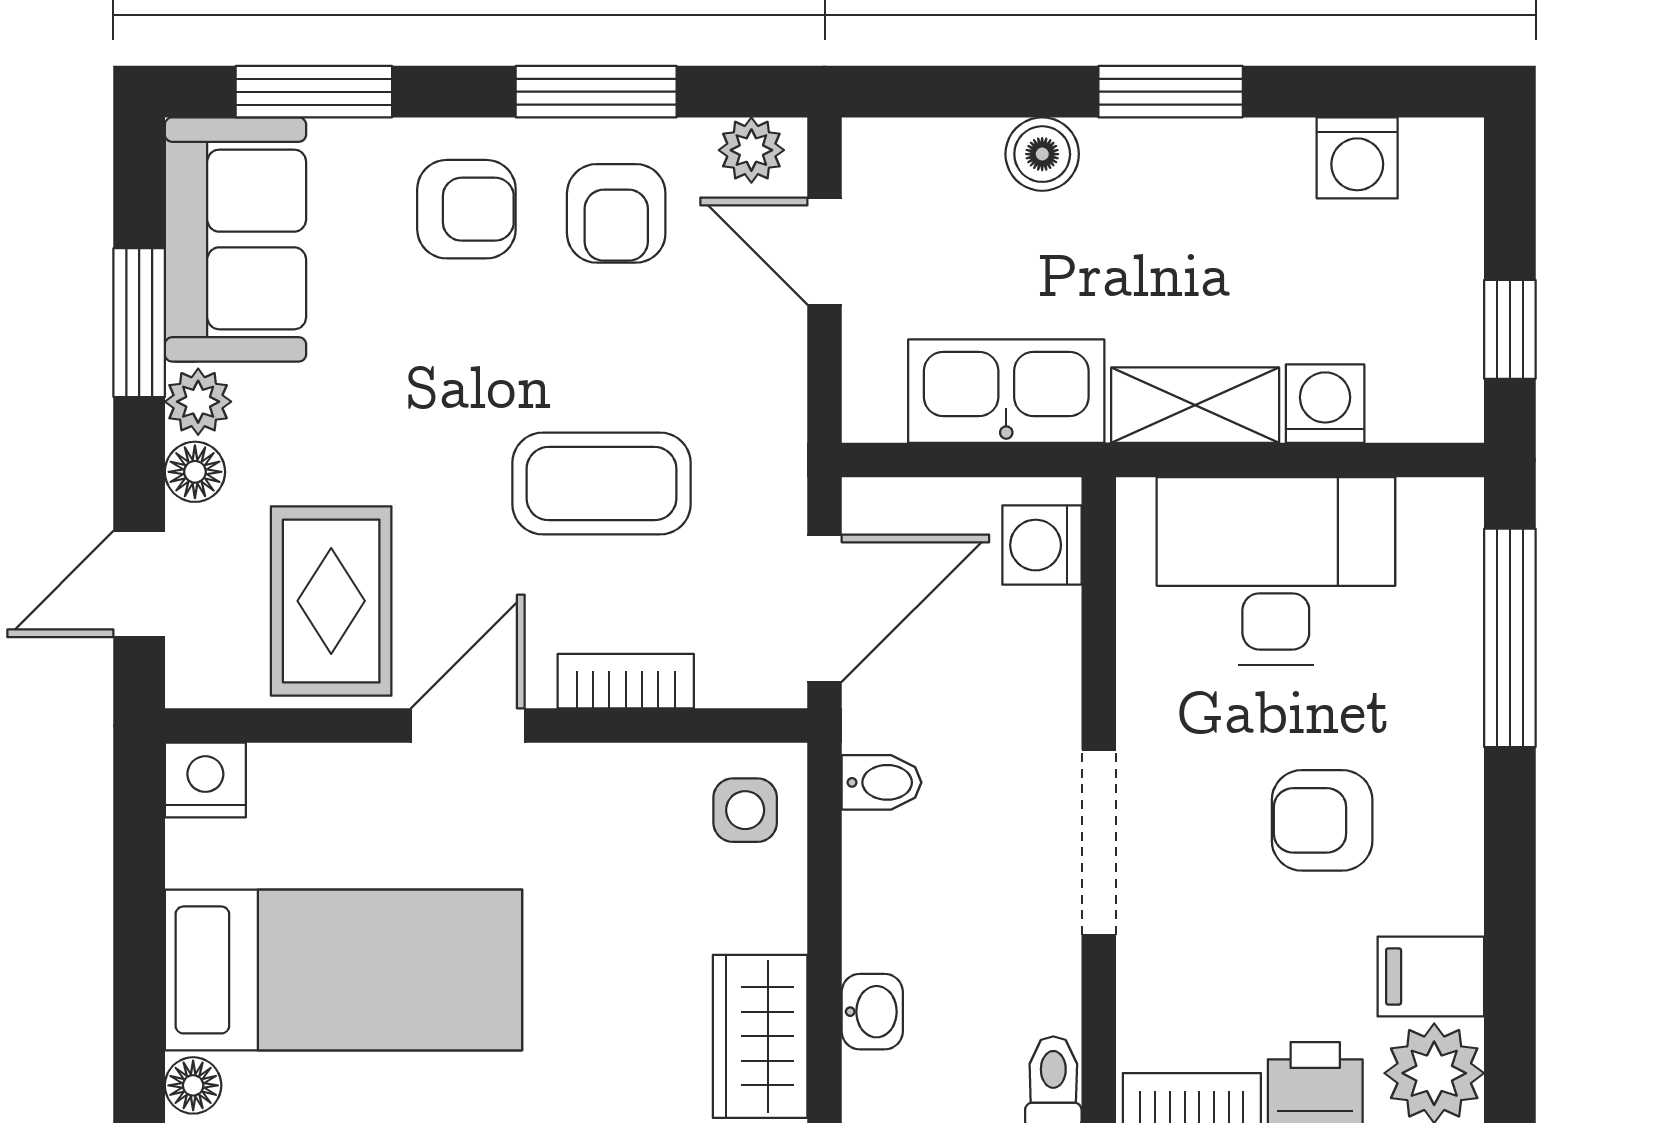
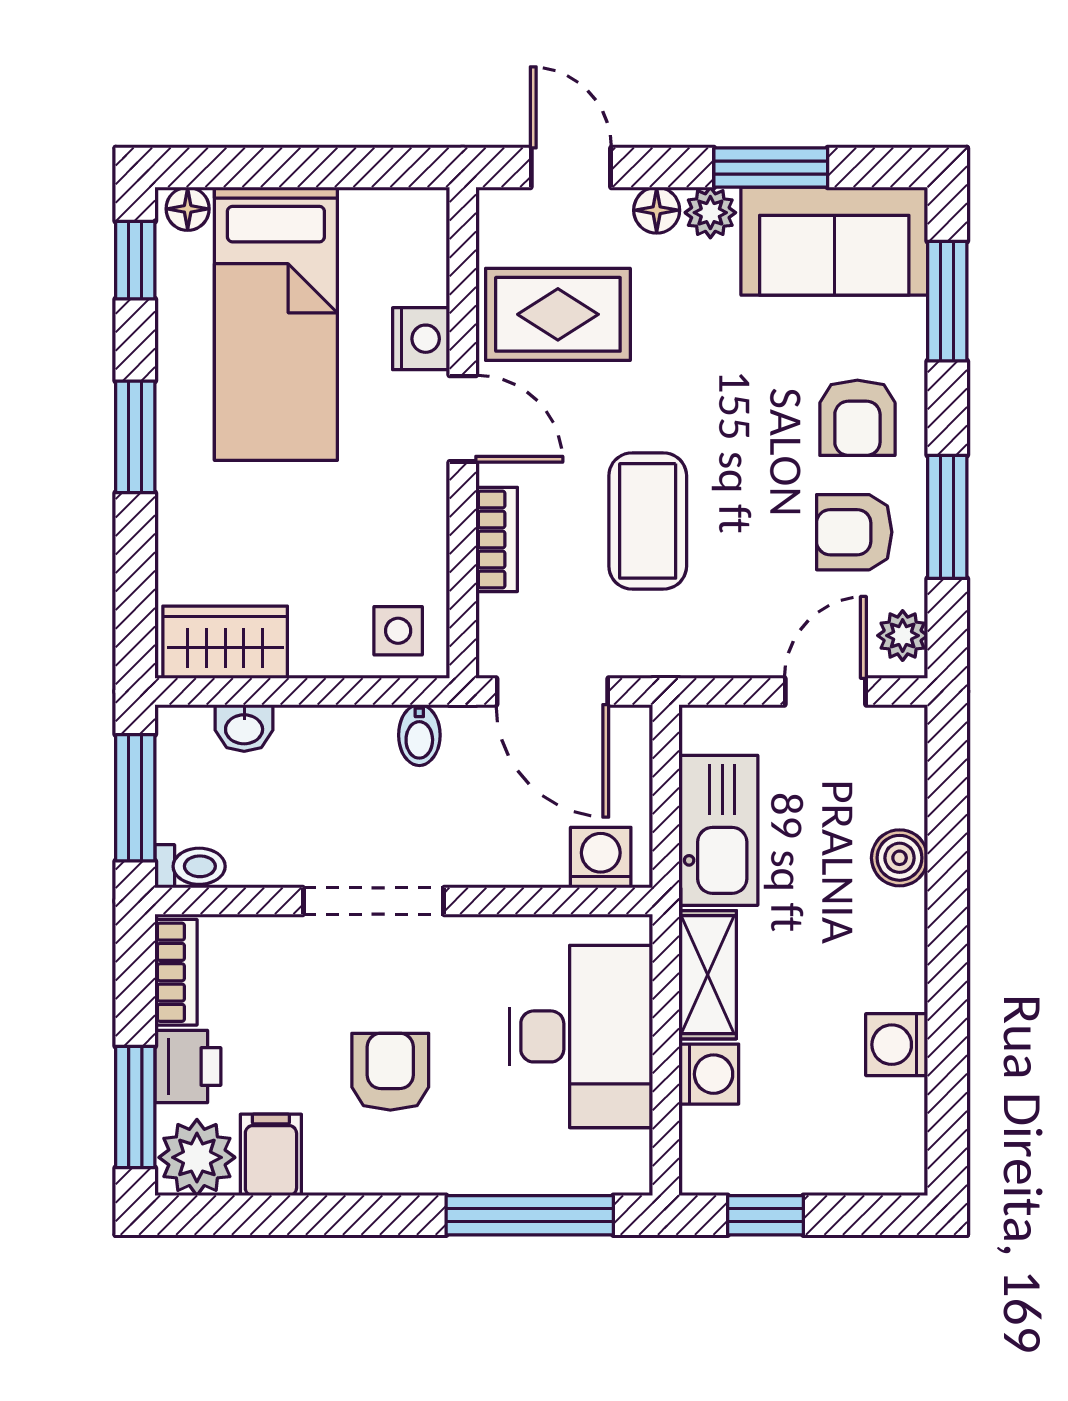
window: (1171, 92) -> (947, 956), removed
washing machine: (1357, 158) -> (897, 1045), moved
nightstand: (205, 780) -> (421, 339), moved

